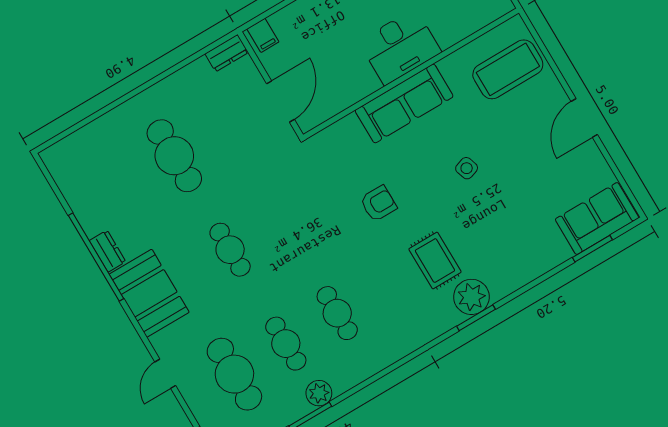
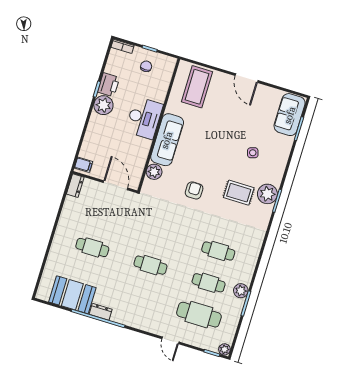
plant: (348, 130) -> (154, 172), added
cafe table: (174, 156) -> (92, 247), width x0.73, depth x0.74
side table: (467, 168) -> (253, 153), moved
booth: (149, 293) -> (72, 295), moved

